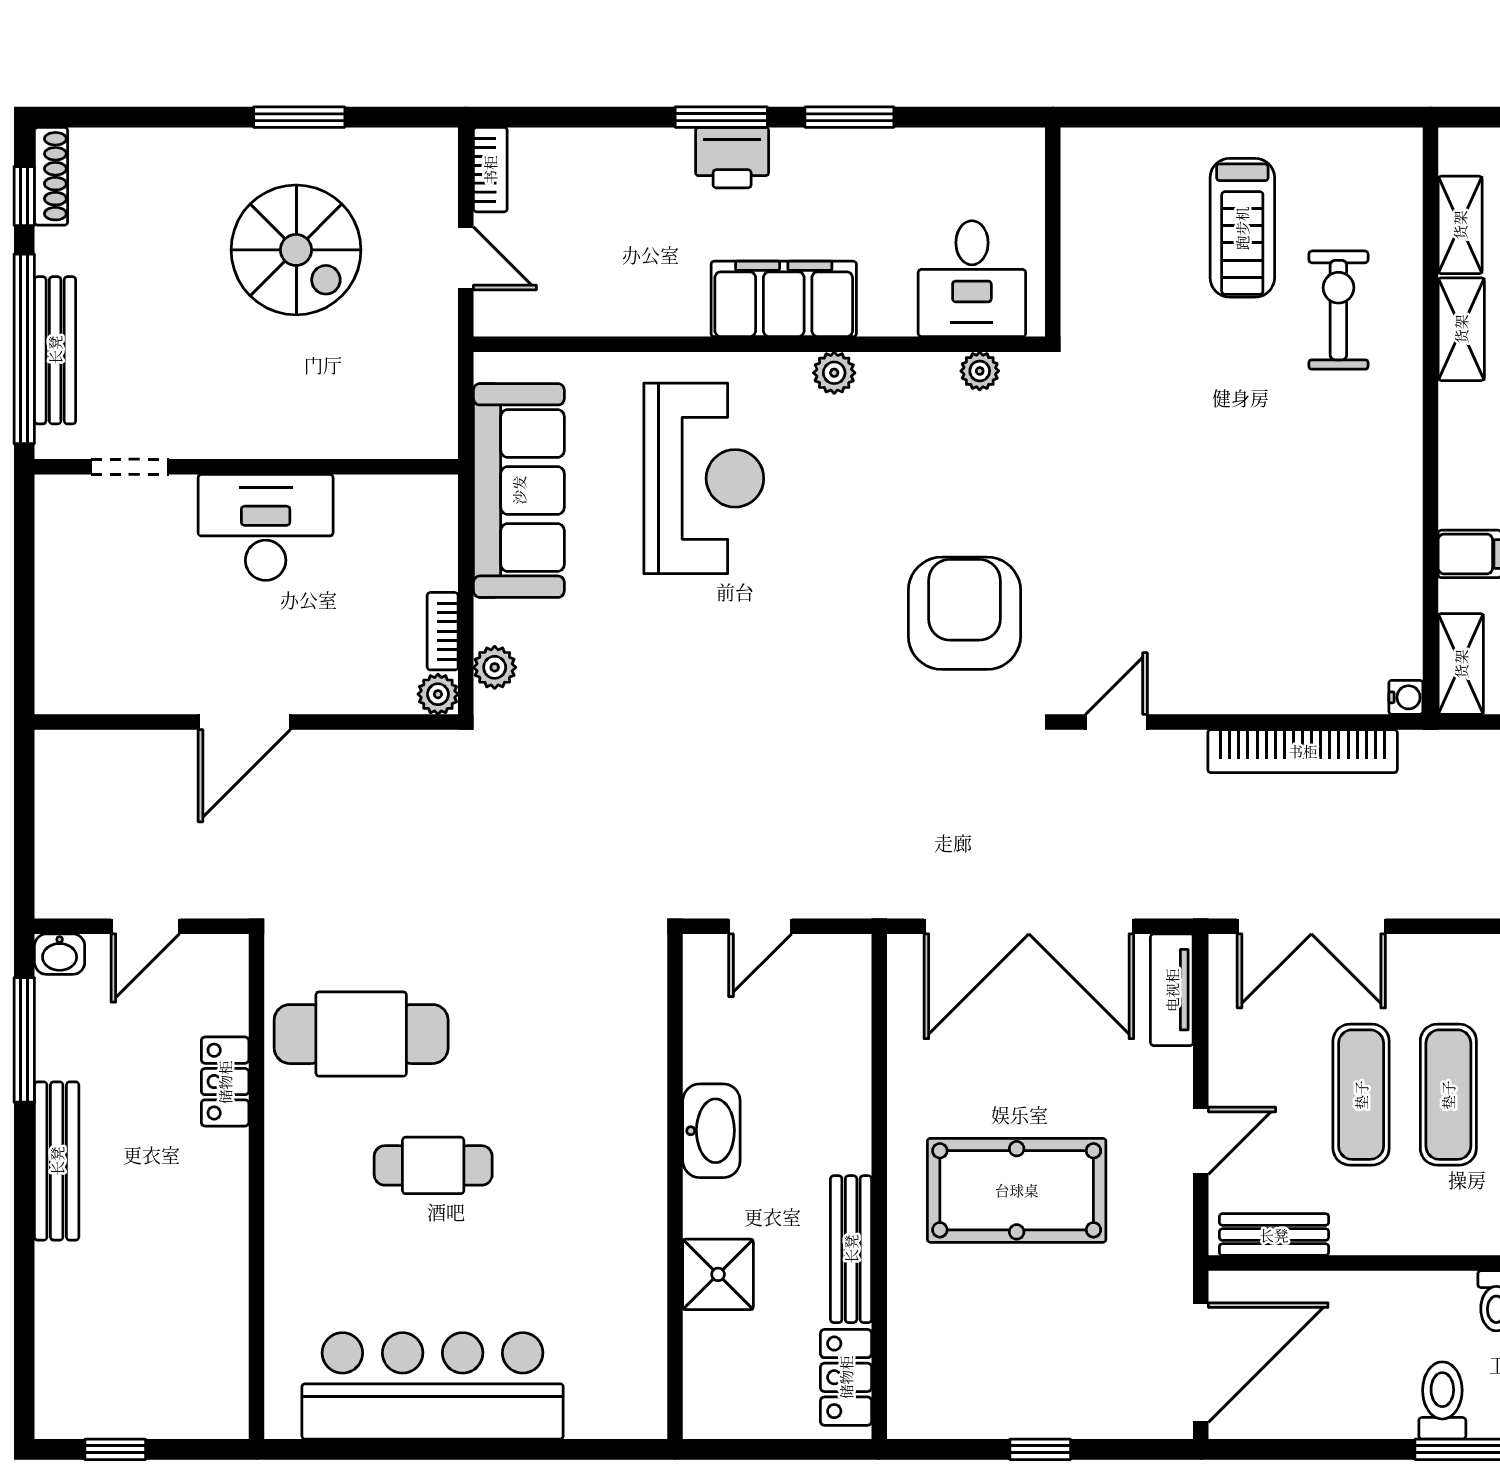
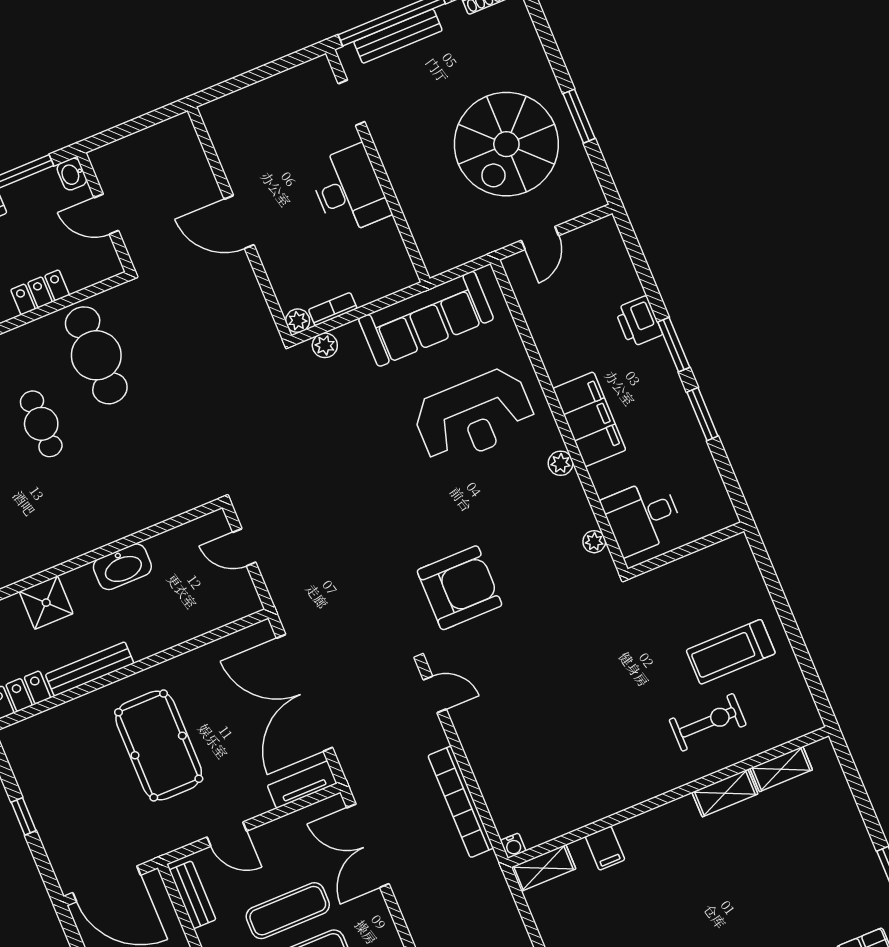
printer: (732, 158) -> (638, 322), moved
bookcase: (490, 170) -> (593, 231), removed
spiral stairs: (296, 250) -> (506, 144), width x1.37, depth x1.37

